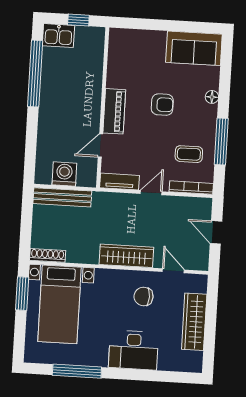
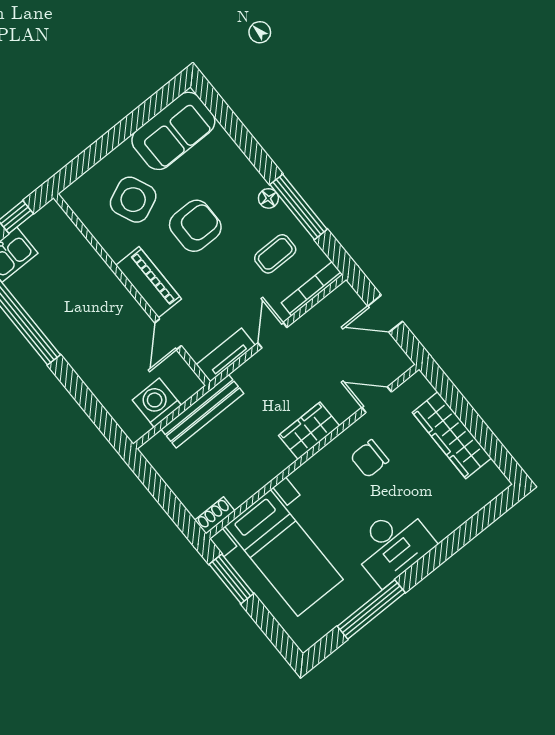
side table: (144, 64) -> (133, 200), added
floor lamp: (212, 97) -> (268, 198), moved
armchair: (162, 105) -> (195, 226), width x1.38, depth x1.38
bench: (62, 197) -> (202, 411), moved
shoe rack: (48, 255) -> (215, 516), width x0.70
wardrobe: (126, 256) -> (309, 431), width x0.67
desk: (134, 350) -> (392, 545), moved

